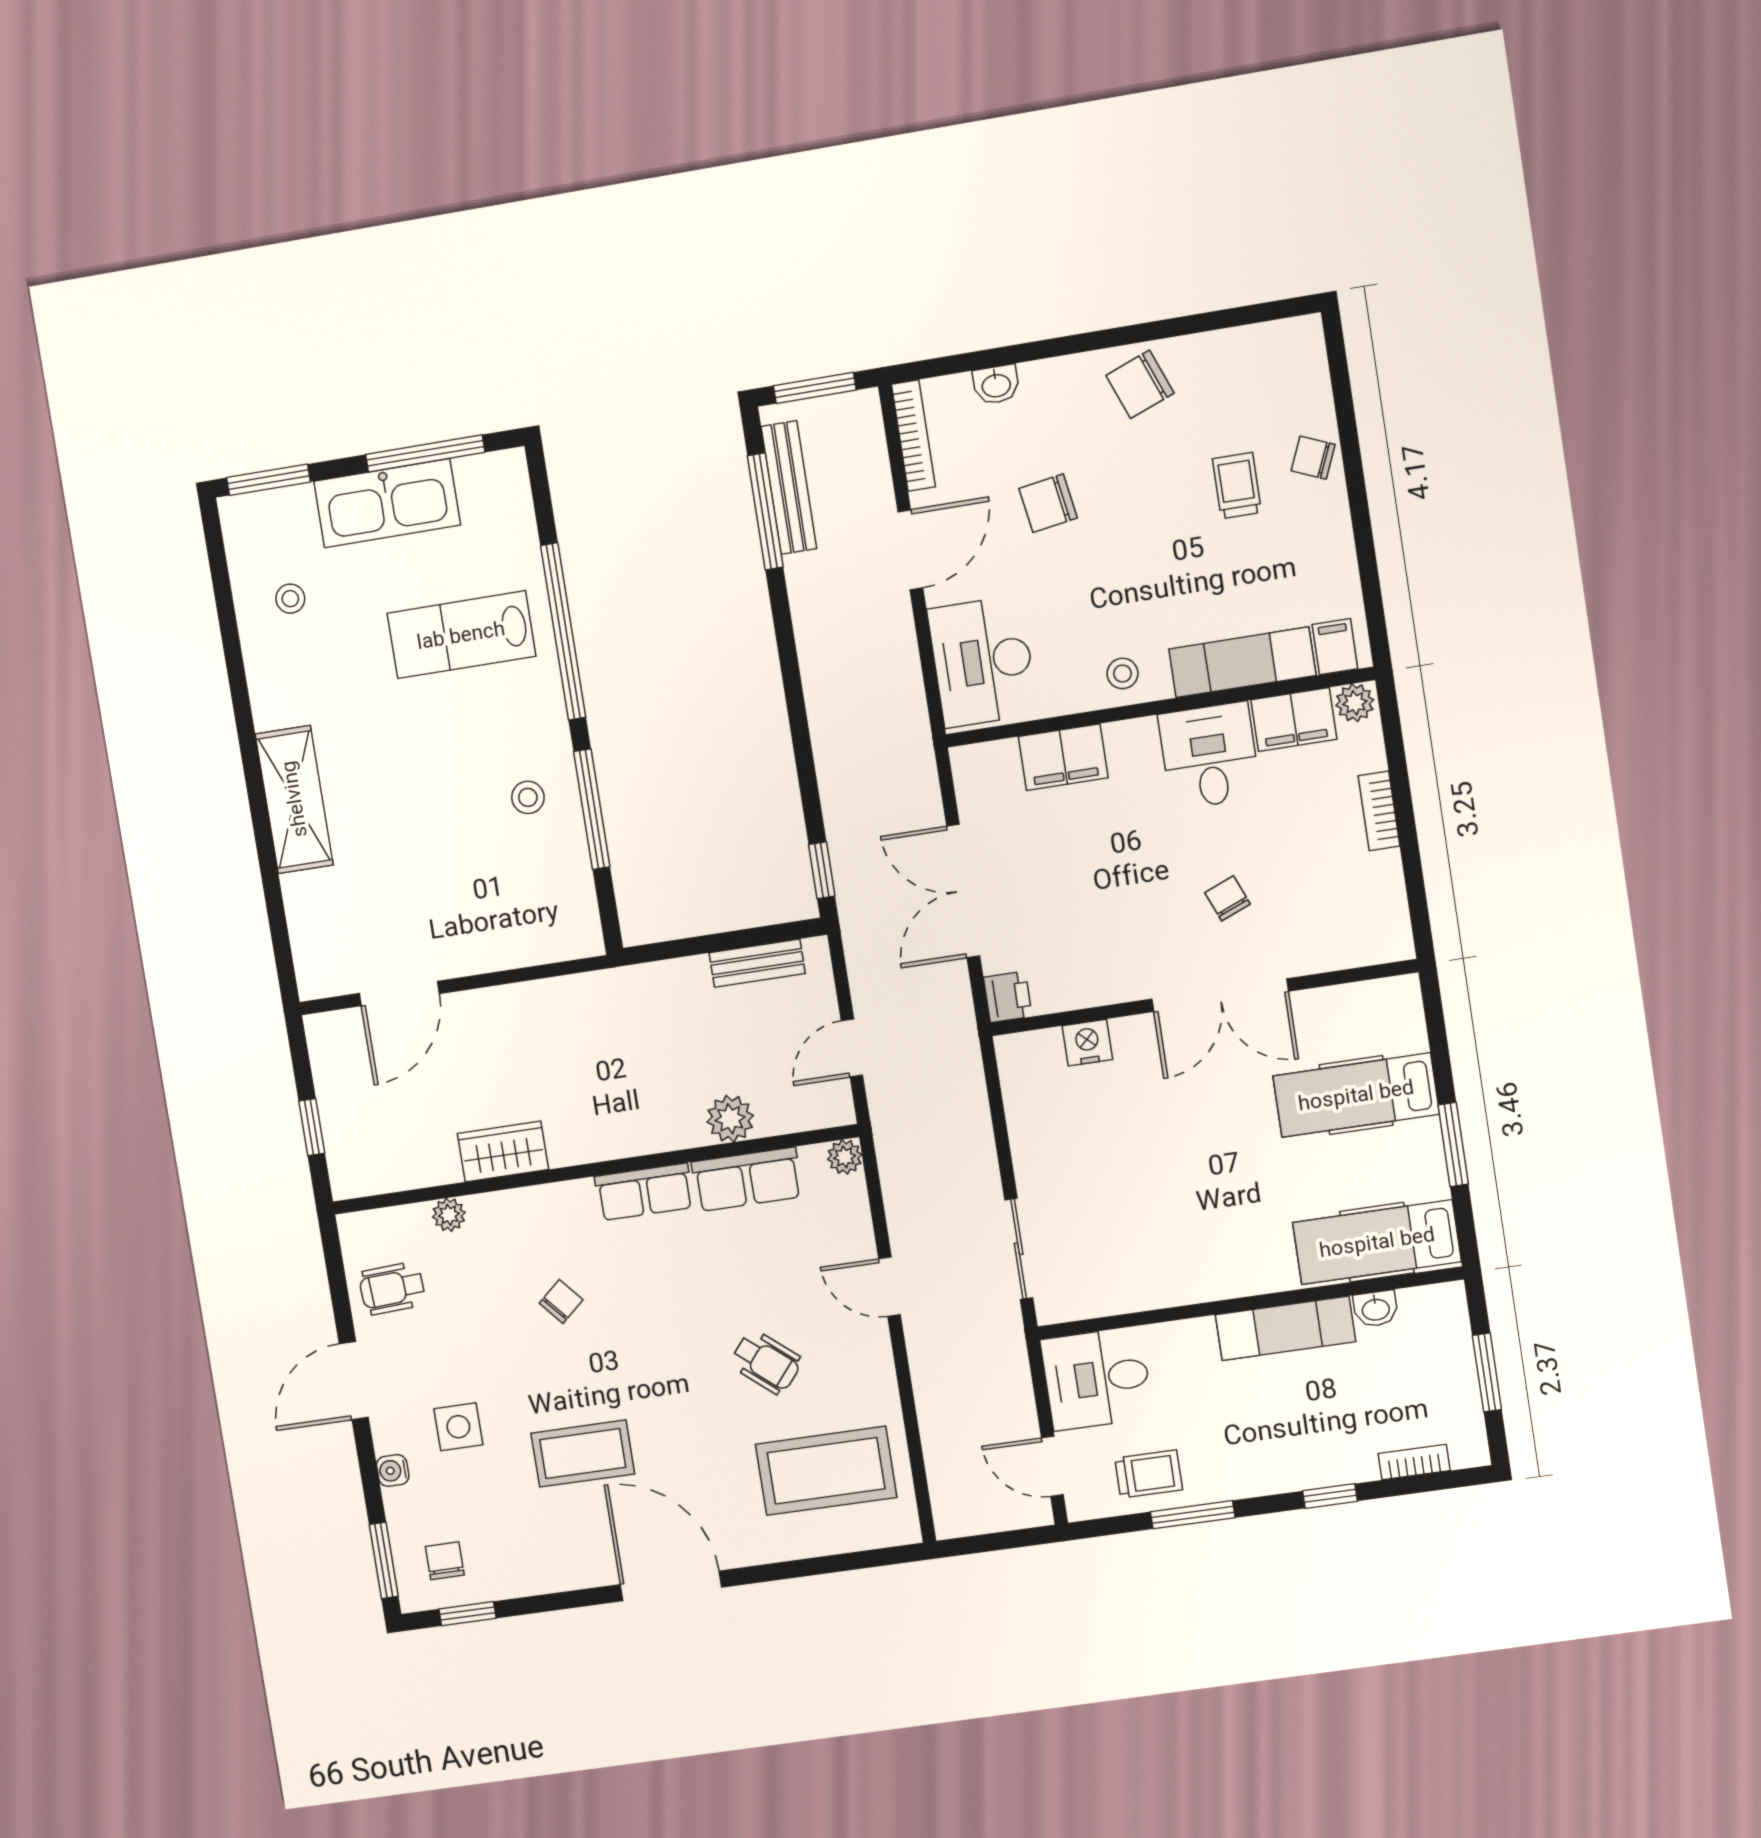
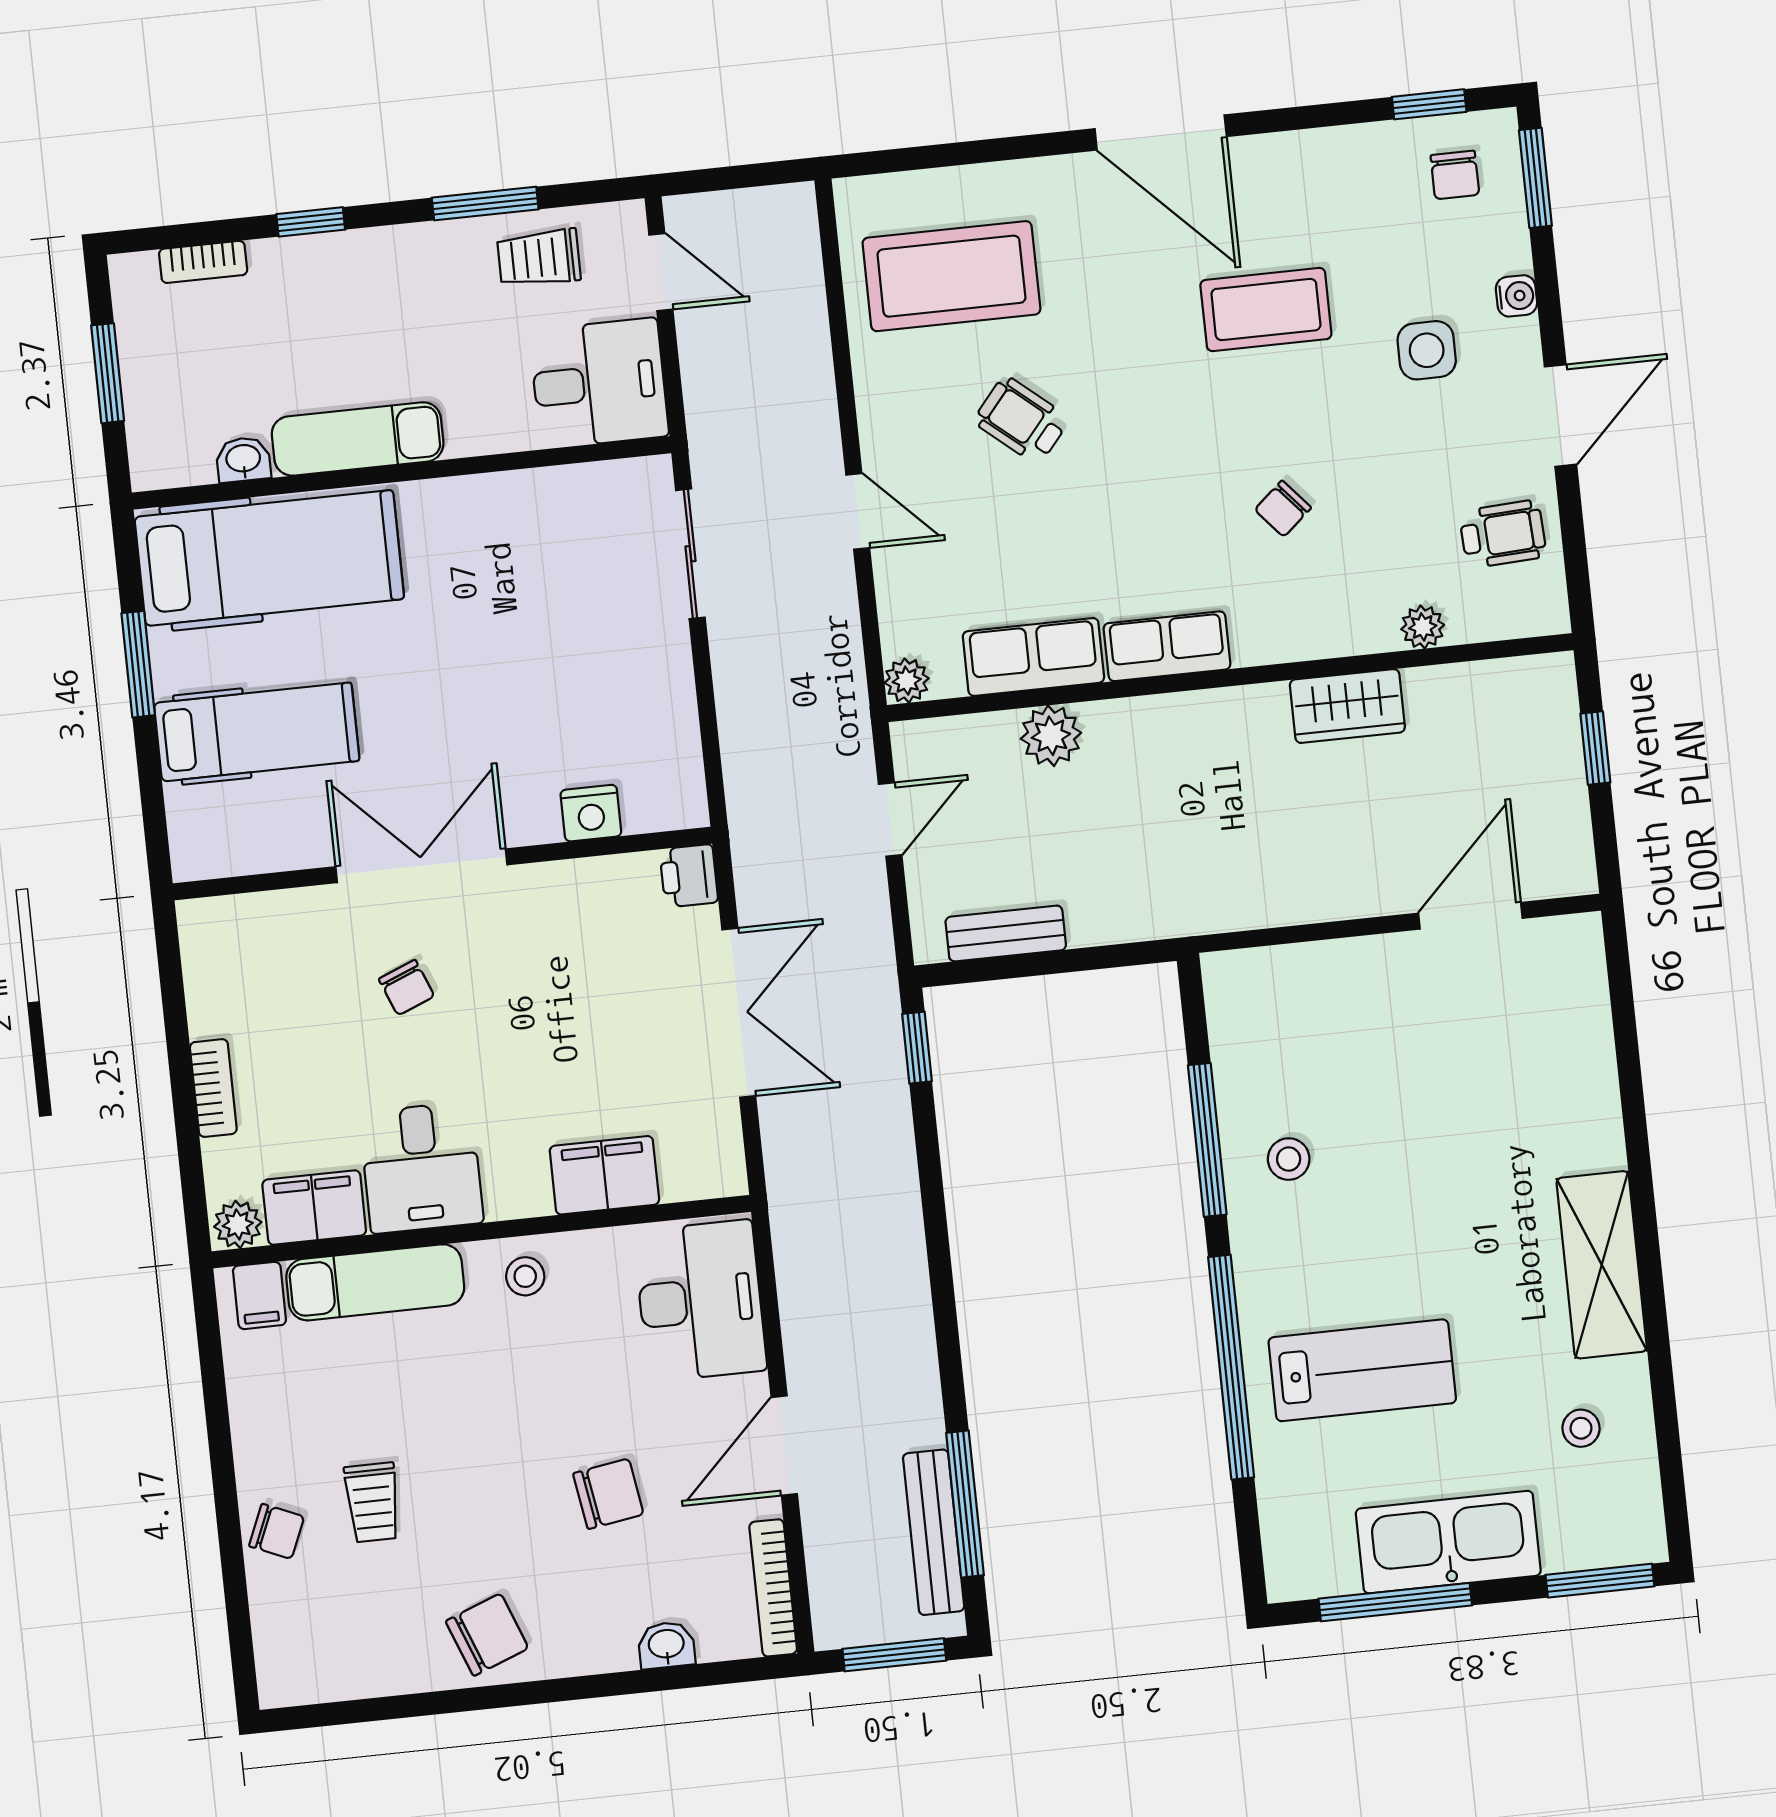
shelving: (294, 799) -> (1602, 1265), moved
hospital bed: (1377, 1242) -> (269, 558), width x1.37, depth x1.29

